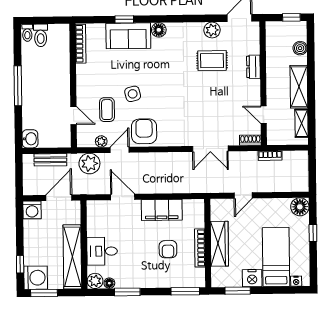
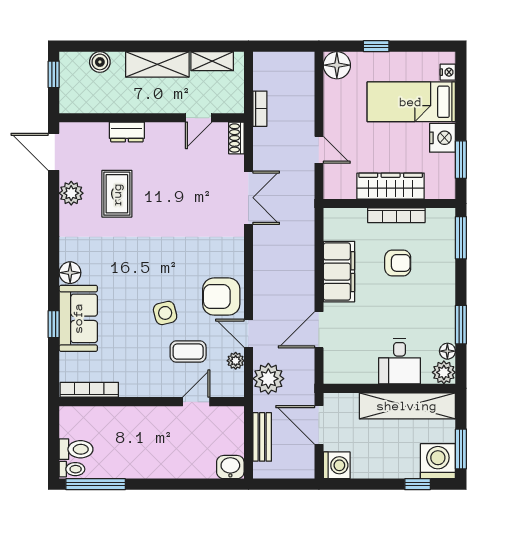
window: (18, 86) -> (96, 484), moved

